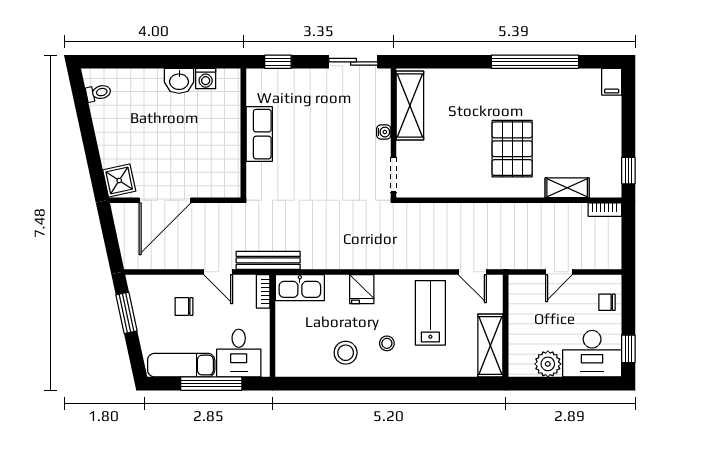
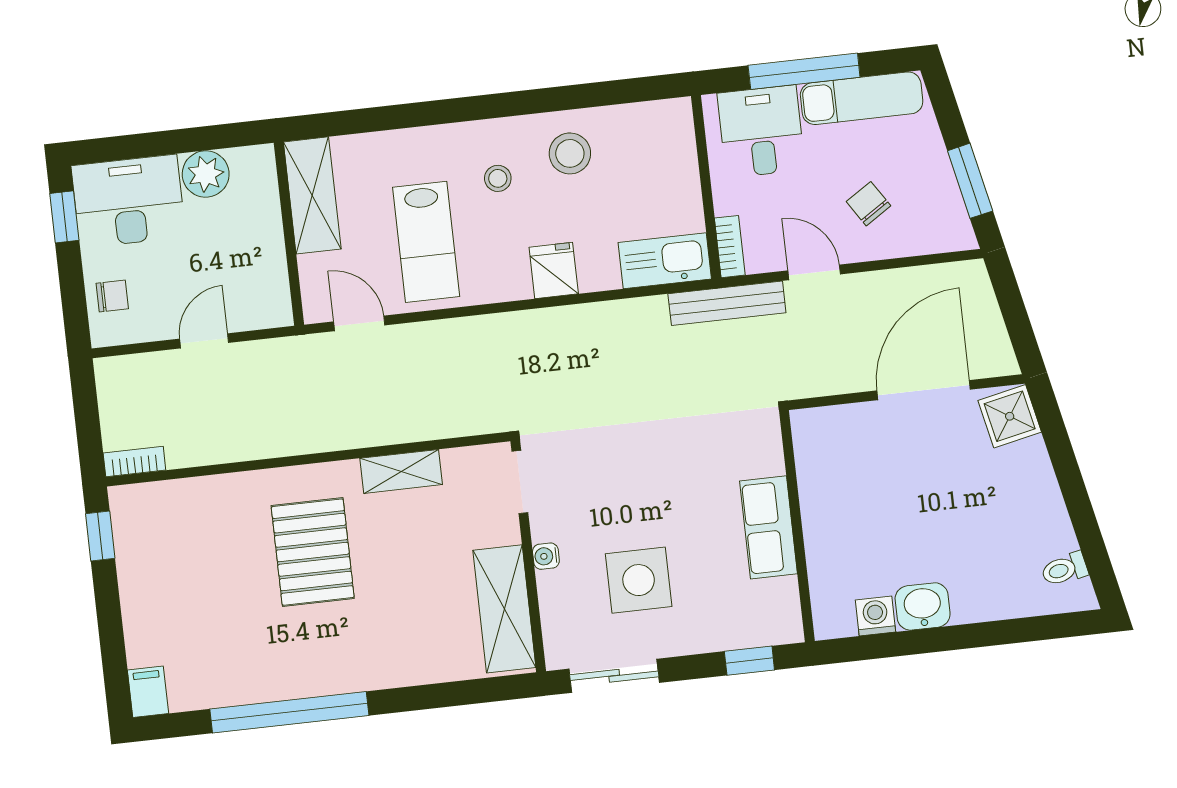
side table: (334, 113) -> (639, 580), added
shelving: (567, 188) -> (401, 471), moved
chair: (184, 307) -> (868, 204), turned -123

